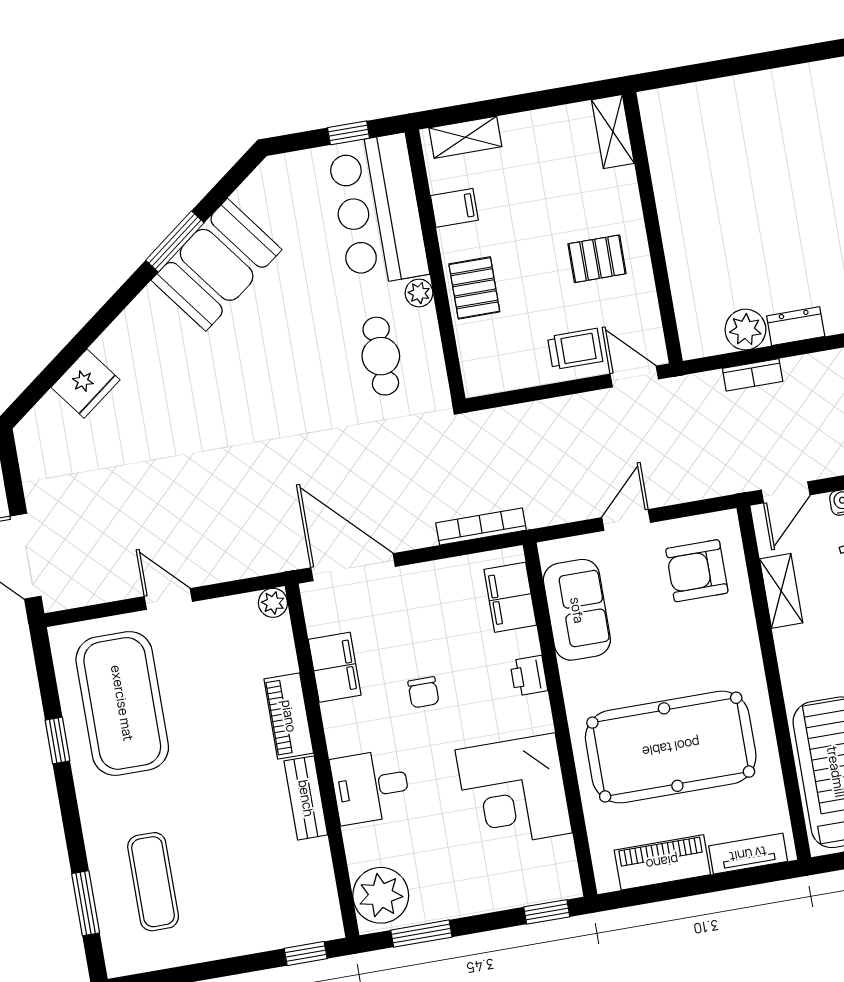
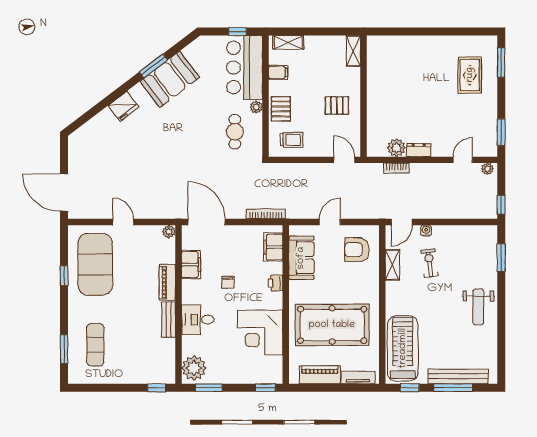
trolley: (575, 349) -> (292, 140), moved
fridge: (86, 384) -> (123, 106), moved

